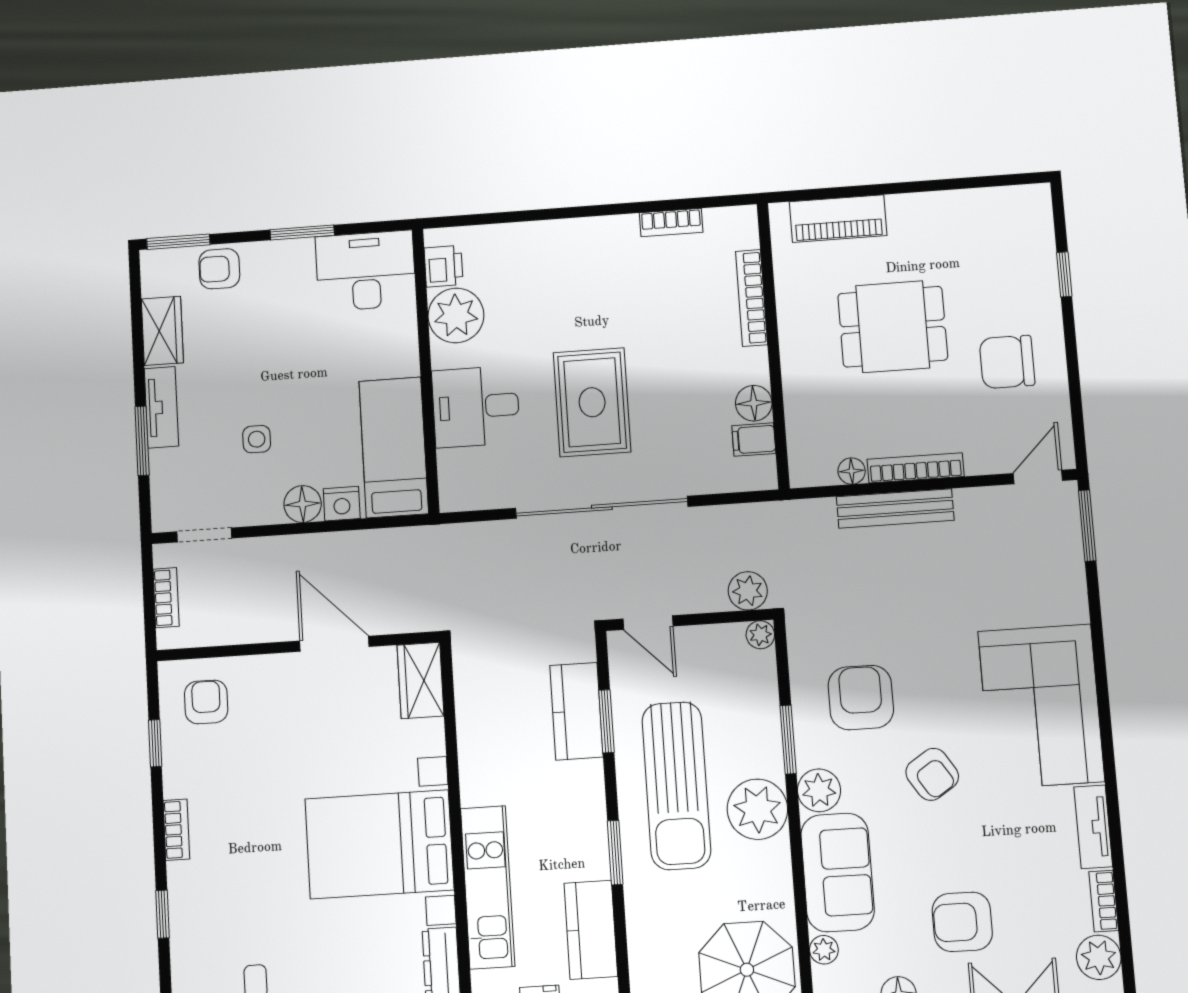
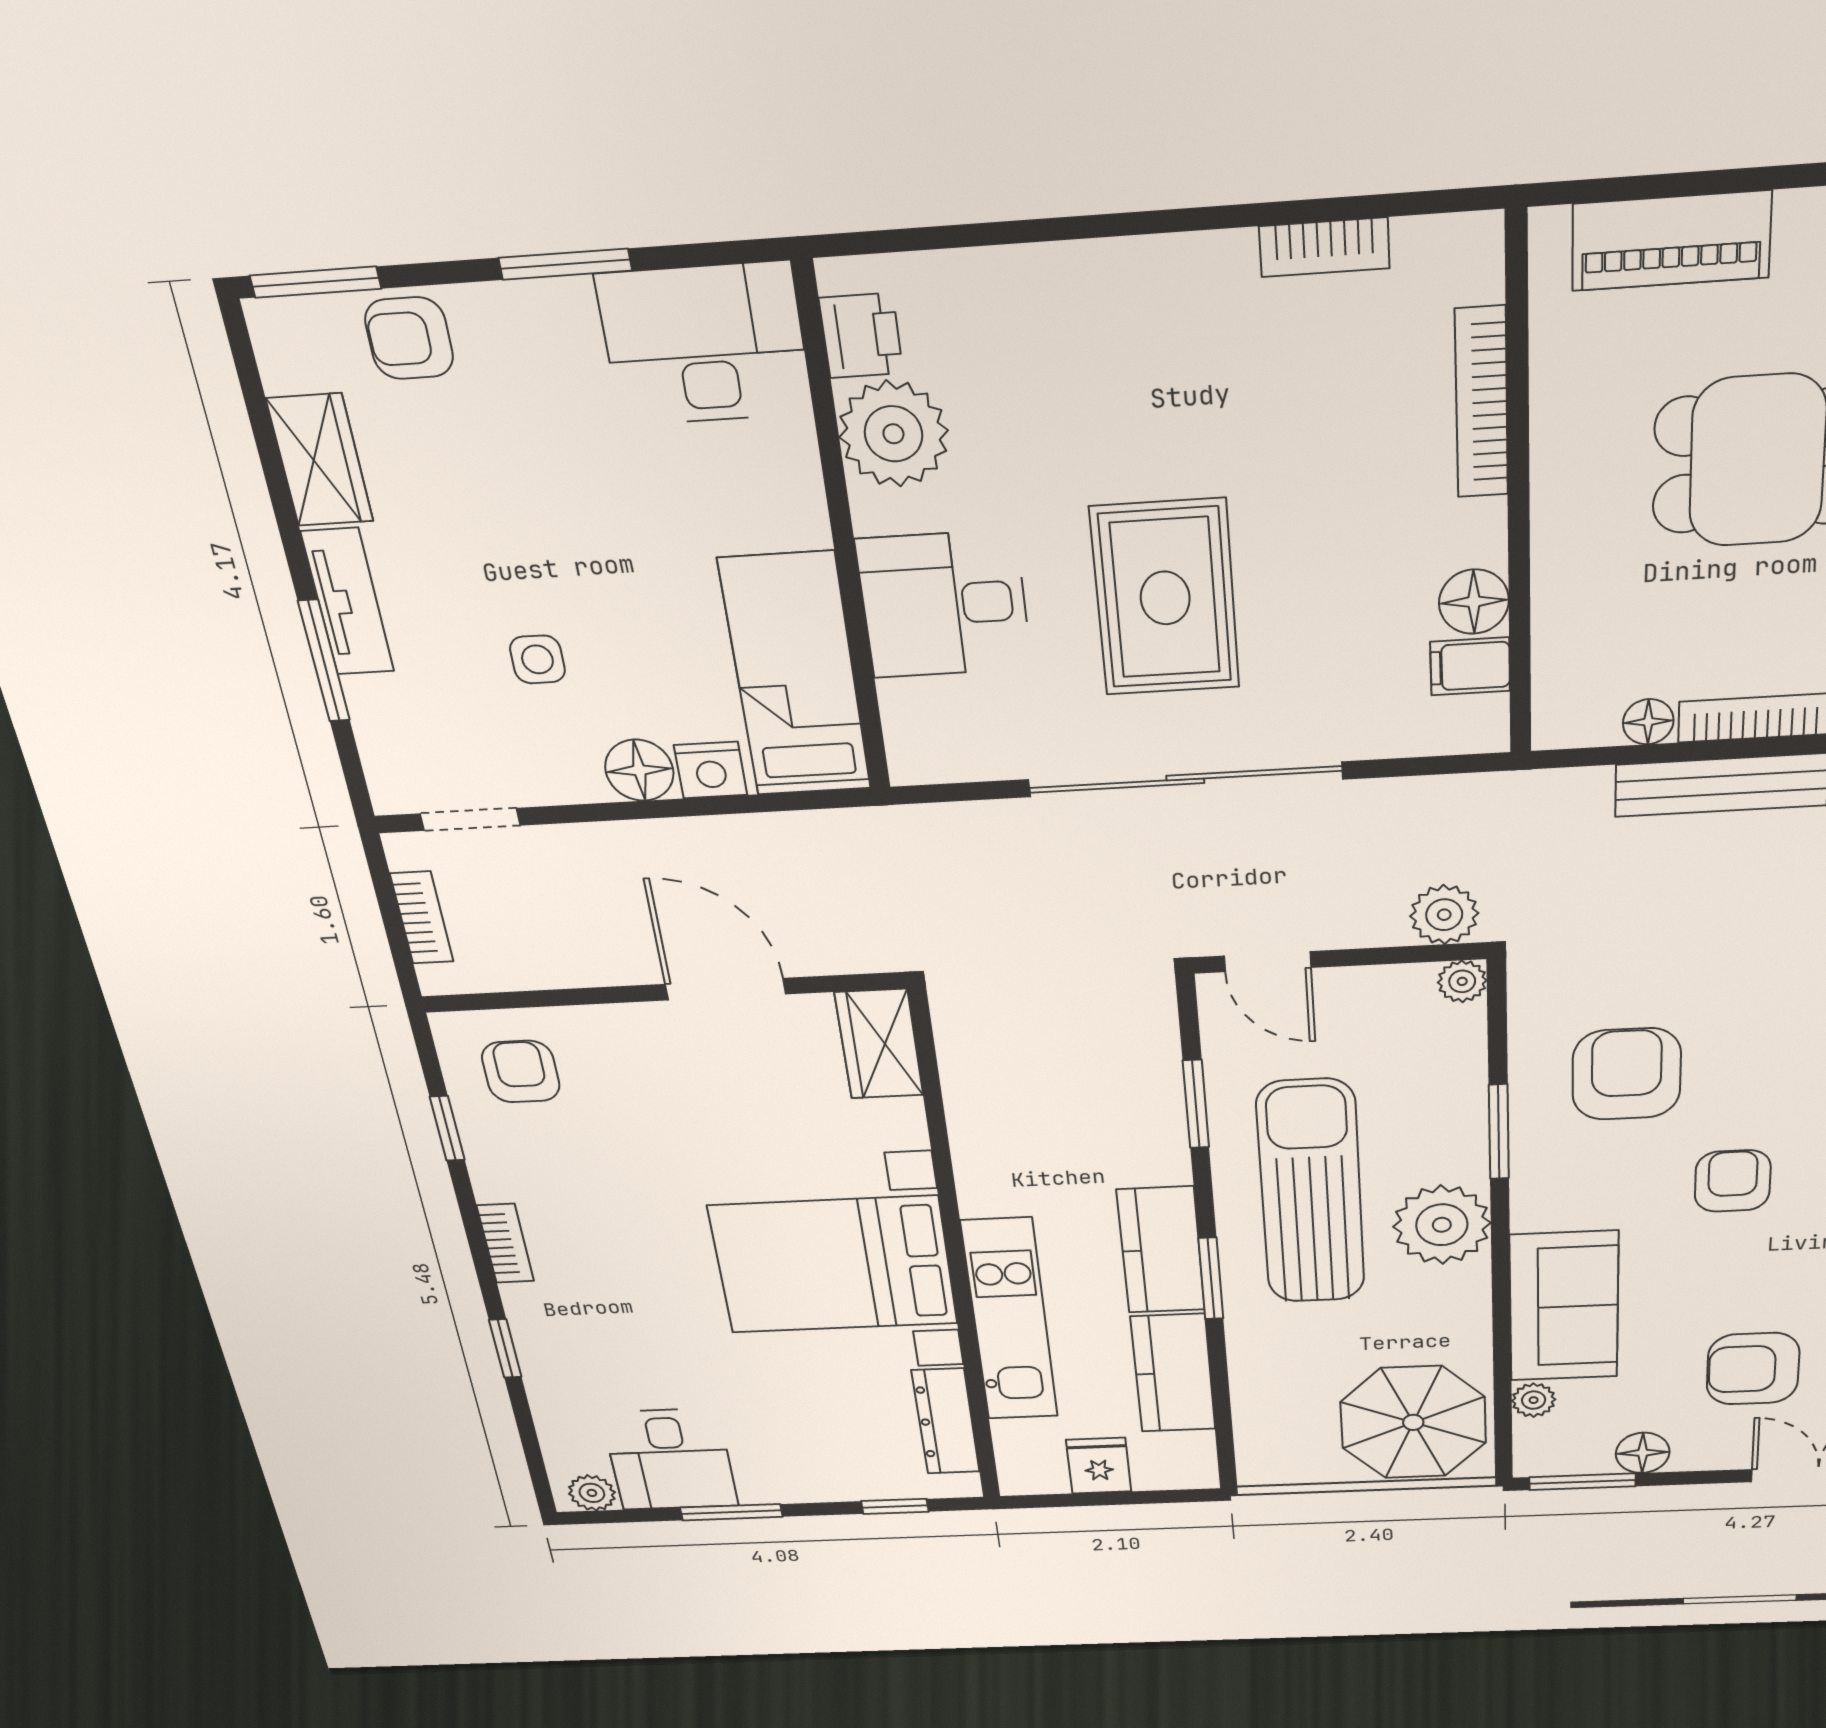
kitchen counter: (576, 711) -> (1161, 1250), moved
armchair: (932, 774) -> (1733, 1181), turned -147
sun lounger: (676, 786) -> (1311, 1193), turned 180
plant: (819, 790) -> (1544, 1201), removed

